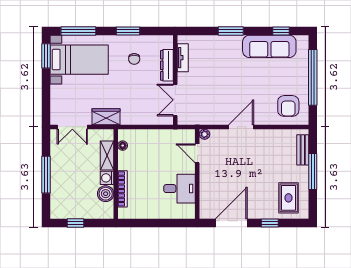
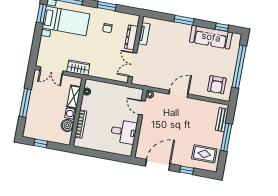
rug: (289, 198) -> (204, 154), turned 90

